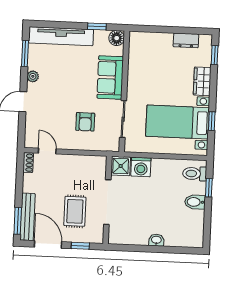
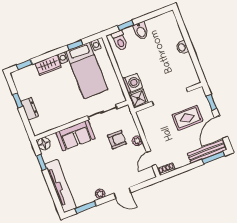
window: (178, 30) -> (18, 100), added
dresser: (186, 40) -> (30, 109), moved
plant: (74, 144) -> (137, 141), added

